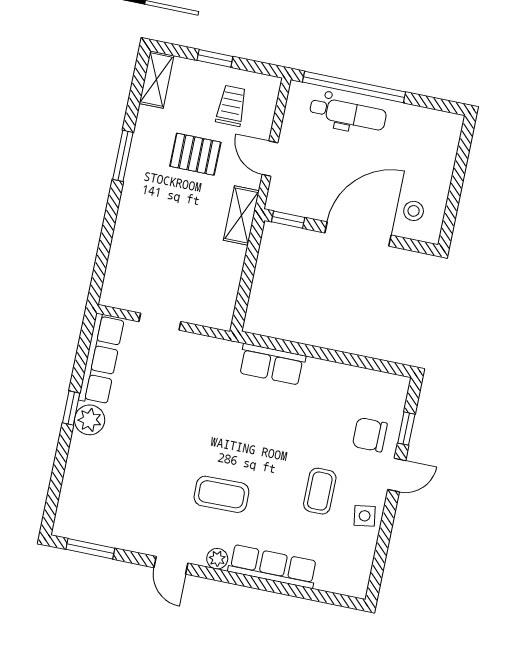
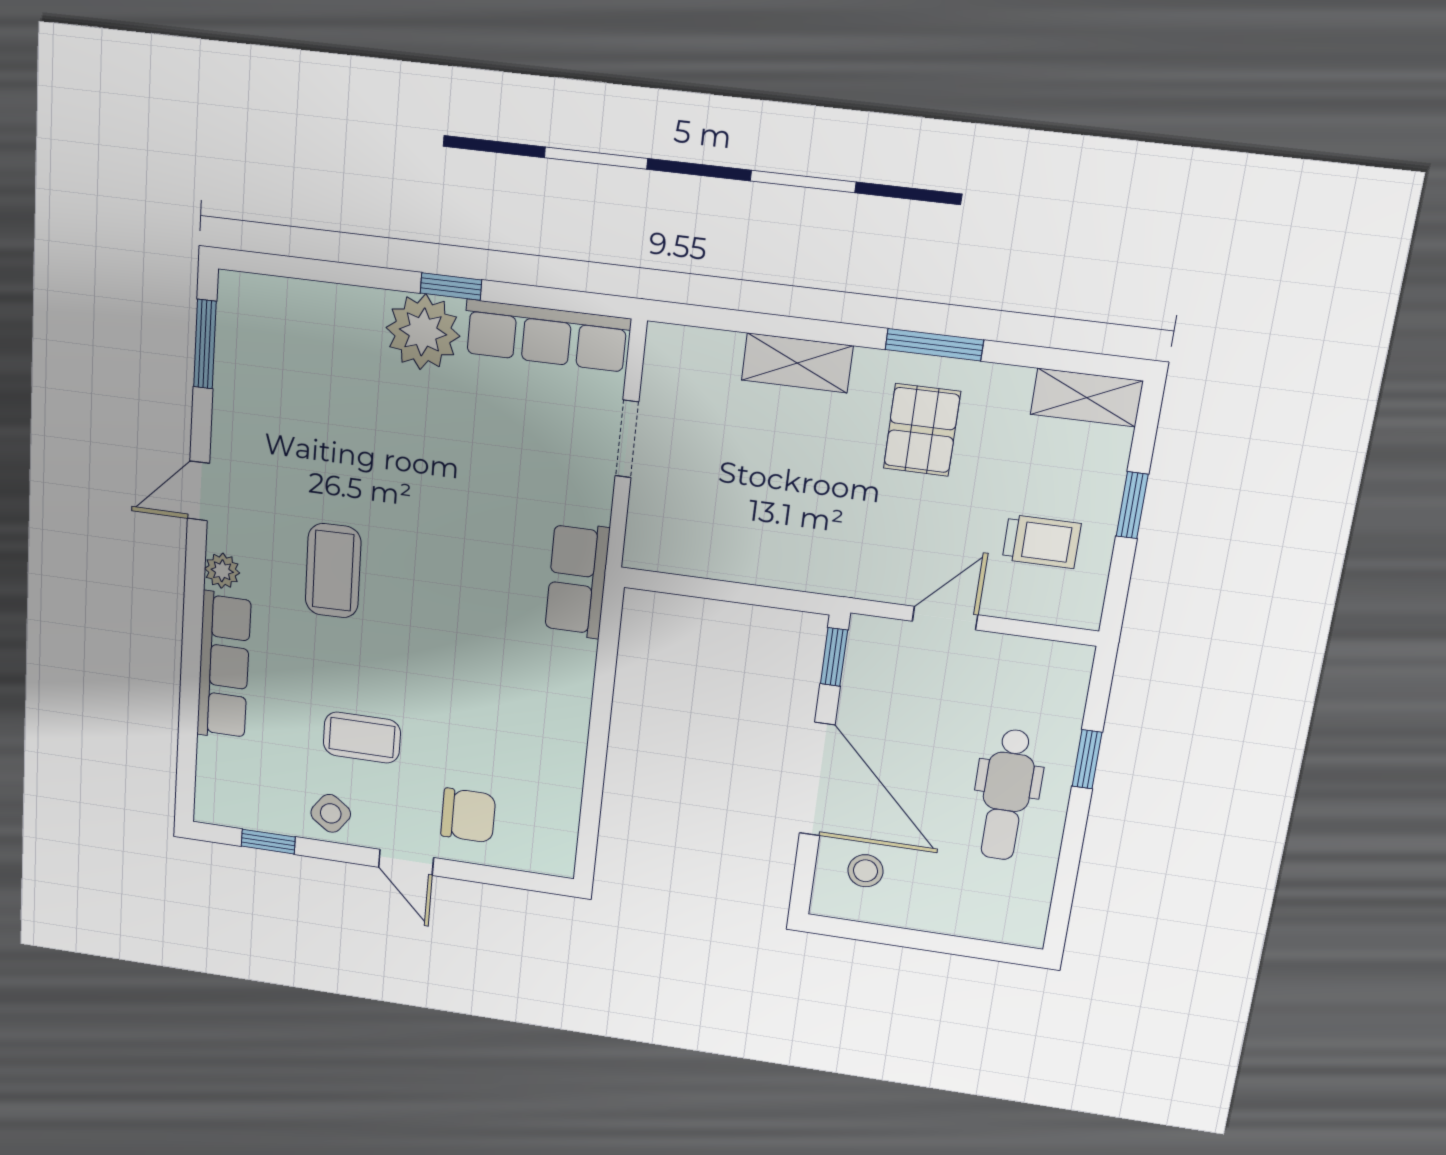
window: (354, 87) -> (1087, 759), width x0.32
dental chair: (348, 113) -> (1007, 795), moved
pallet: (195, 154) -> (922, 430), moved
shelving: (241, 216) -> (797, 363), moved
row of seats: (272, 364) -> (577, 580), moved
plant: (90, 420) -> (423, 332), width x1.36, depth x1.36
window: (406, 429) -> (268, 842), moved
chair: (370, 435) -> (468, 815), turned 90
side table: (365, 516) -> (331, 813), turned 45

